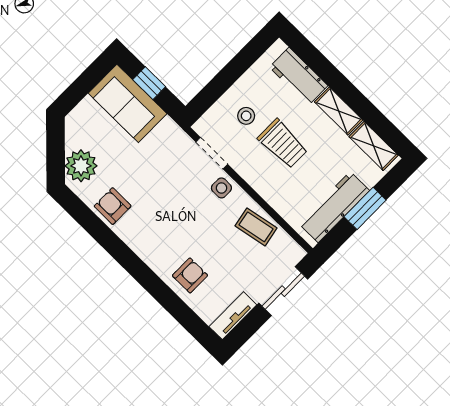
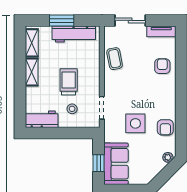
workbench: (299, 76) -> (42, 119), moved, turned -90
plant: (81, 166) -> (168, 157), width x0.53, depth x0.53
side table: (221, 188) -> (135, 123), moved, width x1.87, depth x1.87
armchair: (190, 275) -> (162, 66), turned 90

